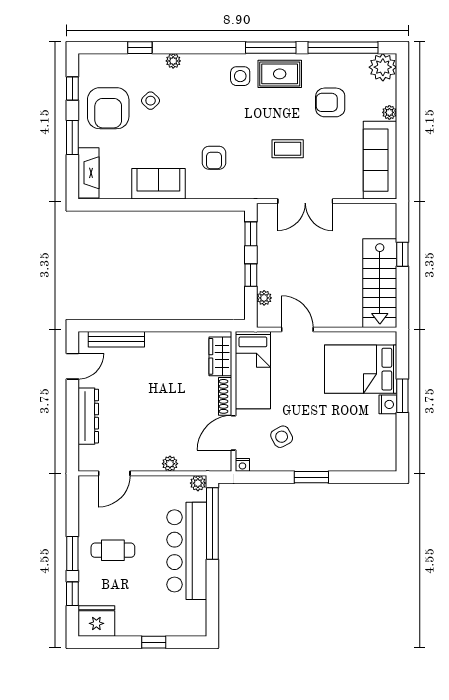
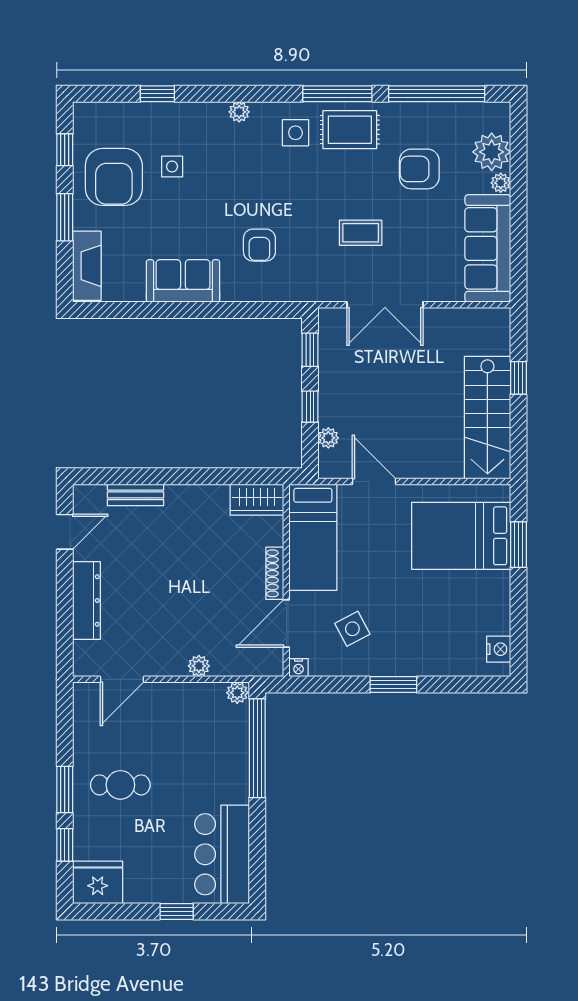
plant: (173, 61) -> (239, 112), moved
plant: (383, 67) -> (492, 152), moved
side table: (151, 101) -> (172, 166), turned 45
bench: (116, 339) -> (135, 495), width x0.73
wardrobe: (220, 356) -> (257, 500), moved, turned -90
window: (402, 396) -> (518, 545), moved
nightstand: (388, 404) -> (499, 649), moved
bar counter: (187, 551) -> (222, 854), moved, width x0.73

